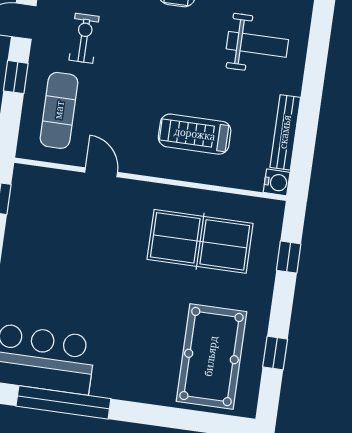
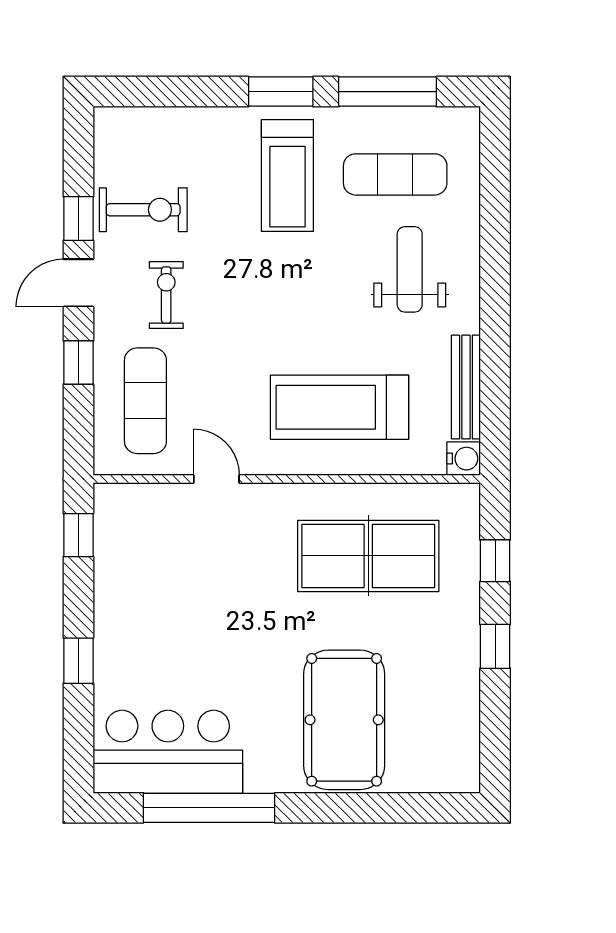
weight bench: (257, 44) -> (410, 269), turned -90
treadmill: (195, 134) -> (340, 407), width x1.37, depth x1.38
window: (275, 353) -> (495, 646), moved
pool table: (211, 356) -> (344, 720), moved

